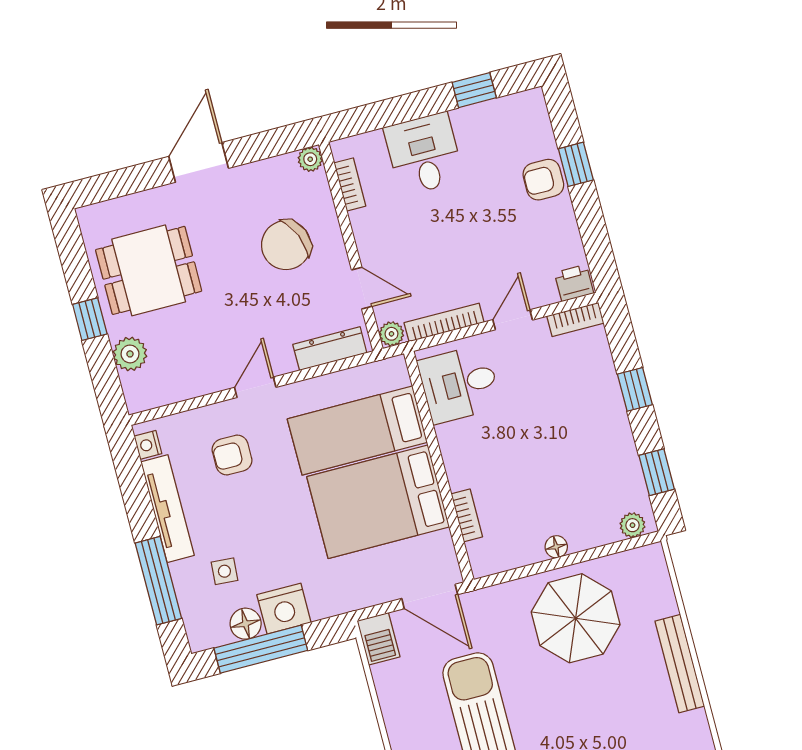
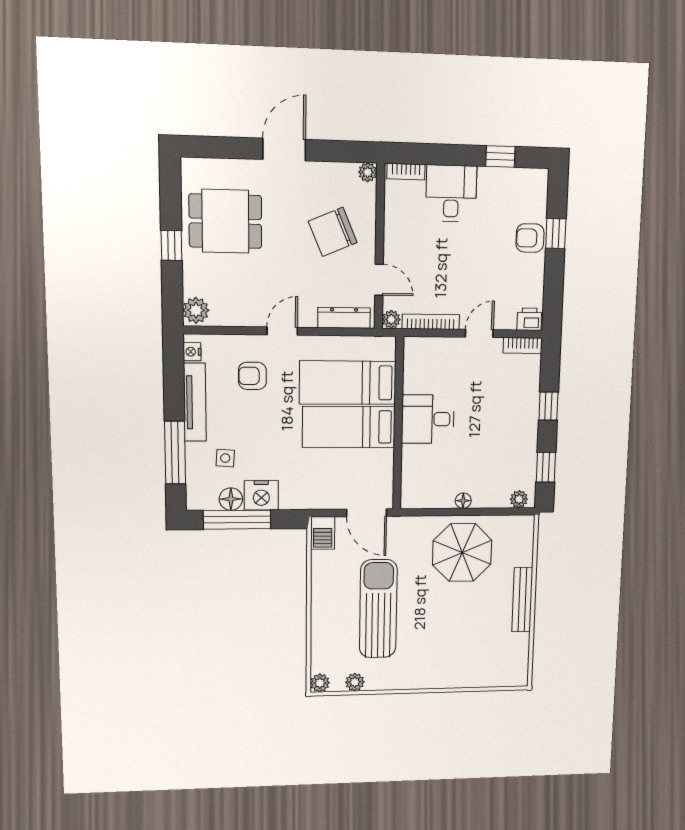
bookcase: (350, 185) -> (406, 172), moved, turned 90
plant: (130, 354) -> (196, 310), moved
desk: (459, 384) -> (428, 419), moved
bed: (378, 502) -> (349, 427), width x0.67
bookcase: (467, 515) -> (408, 463), removed

